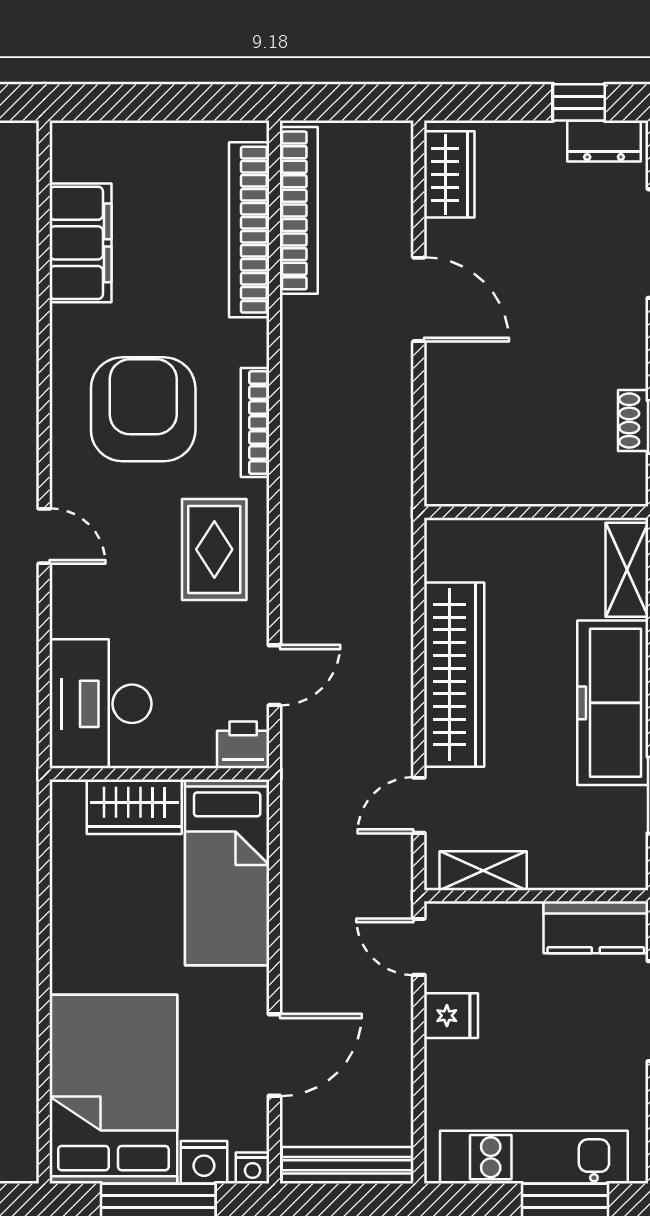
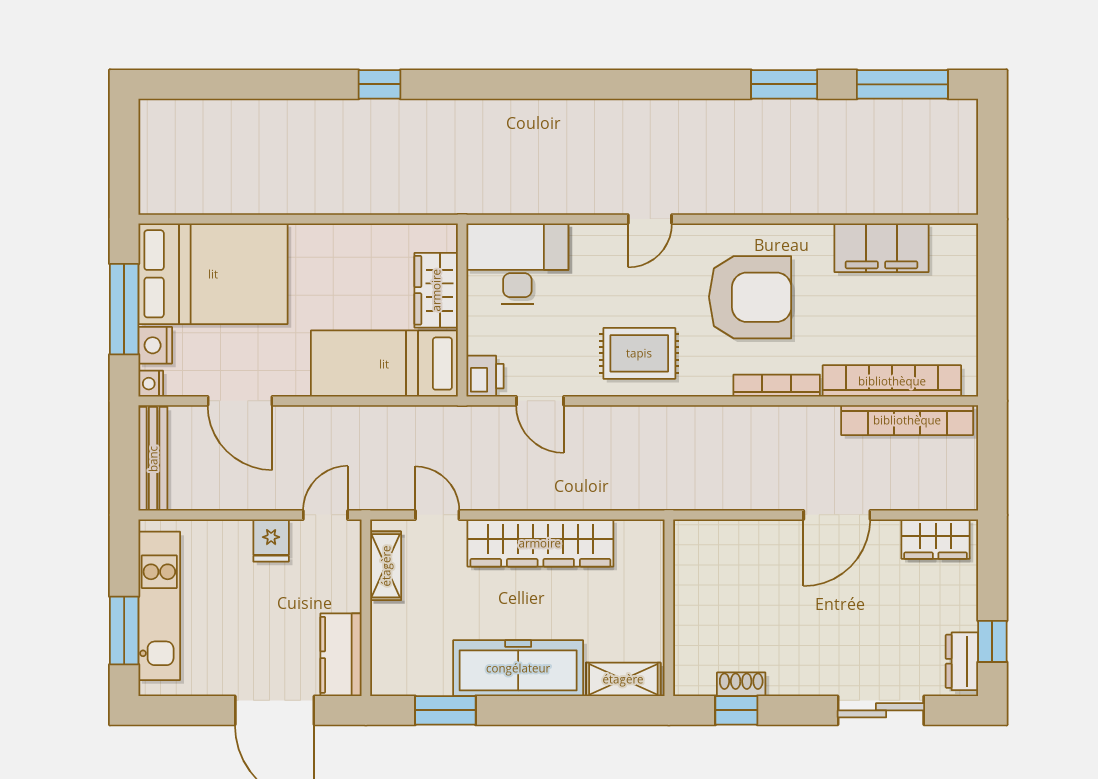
bookcase: (255, 423) -> (777, 386), moved

